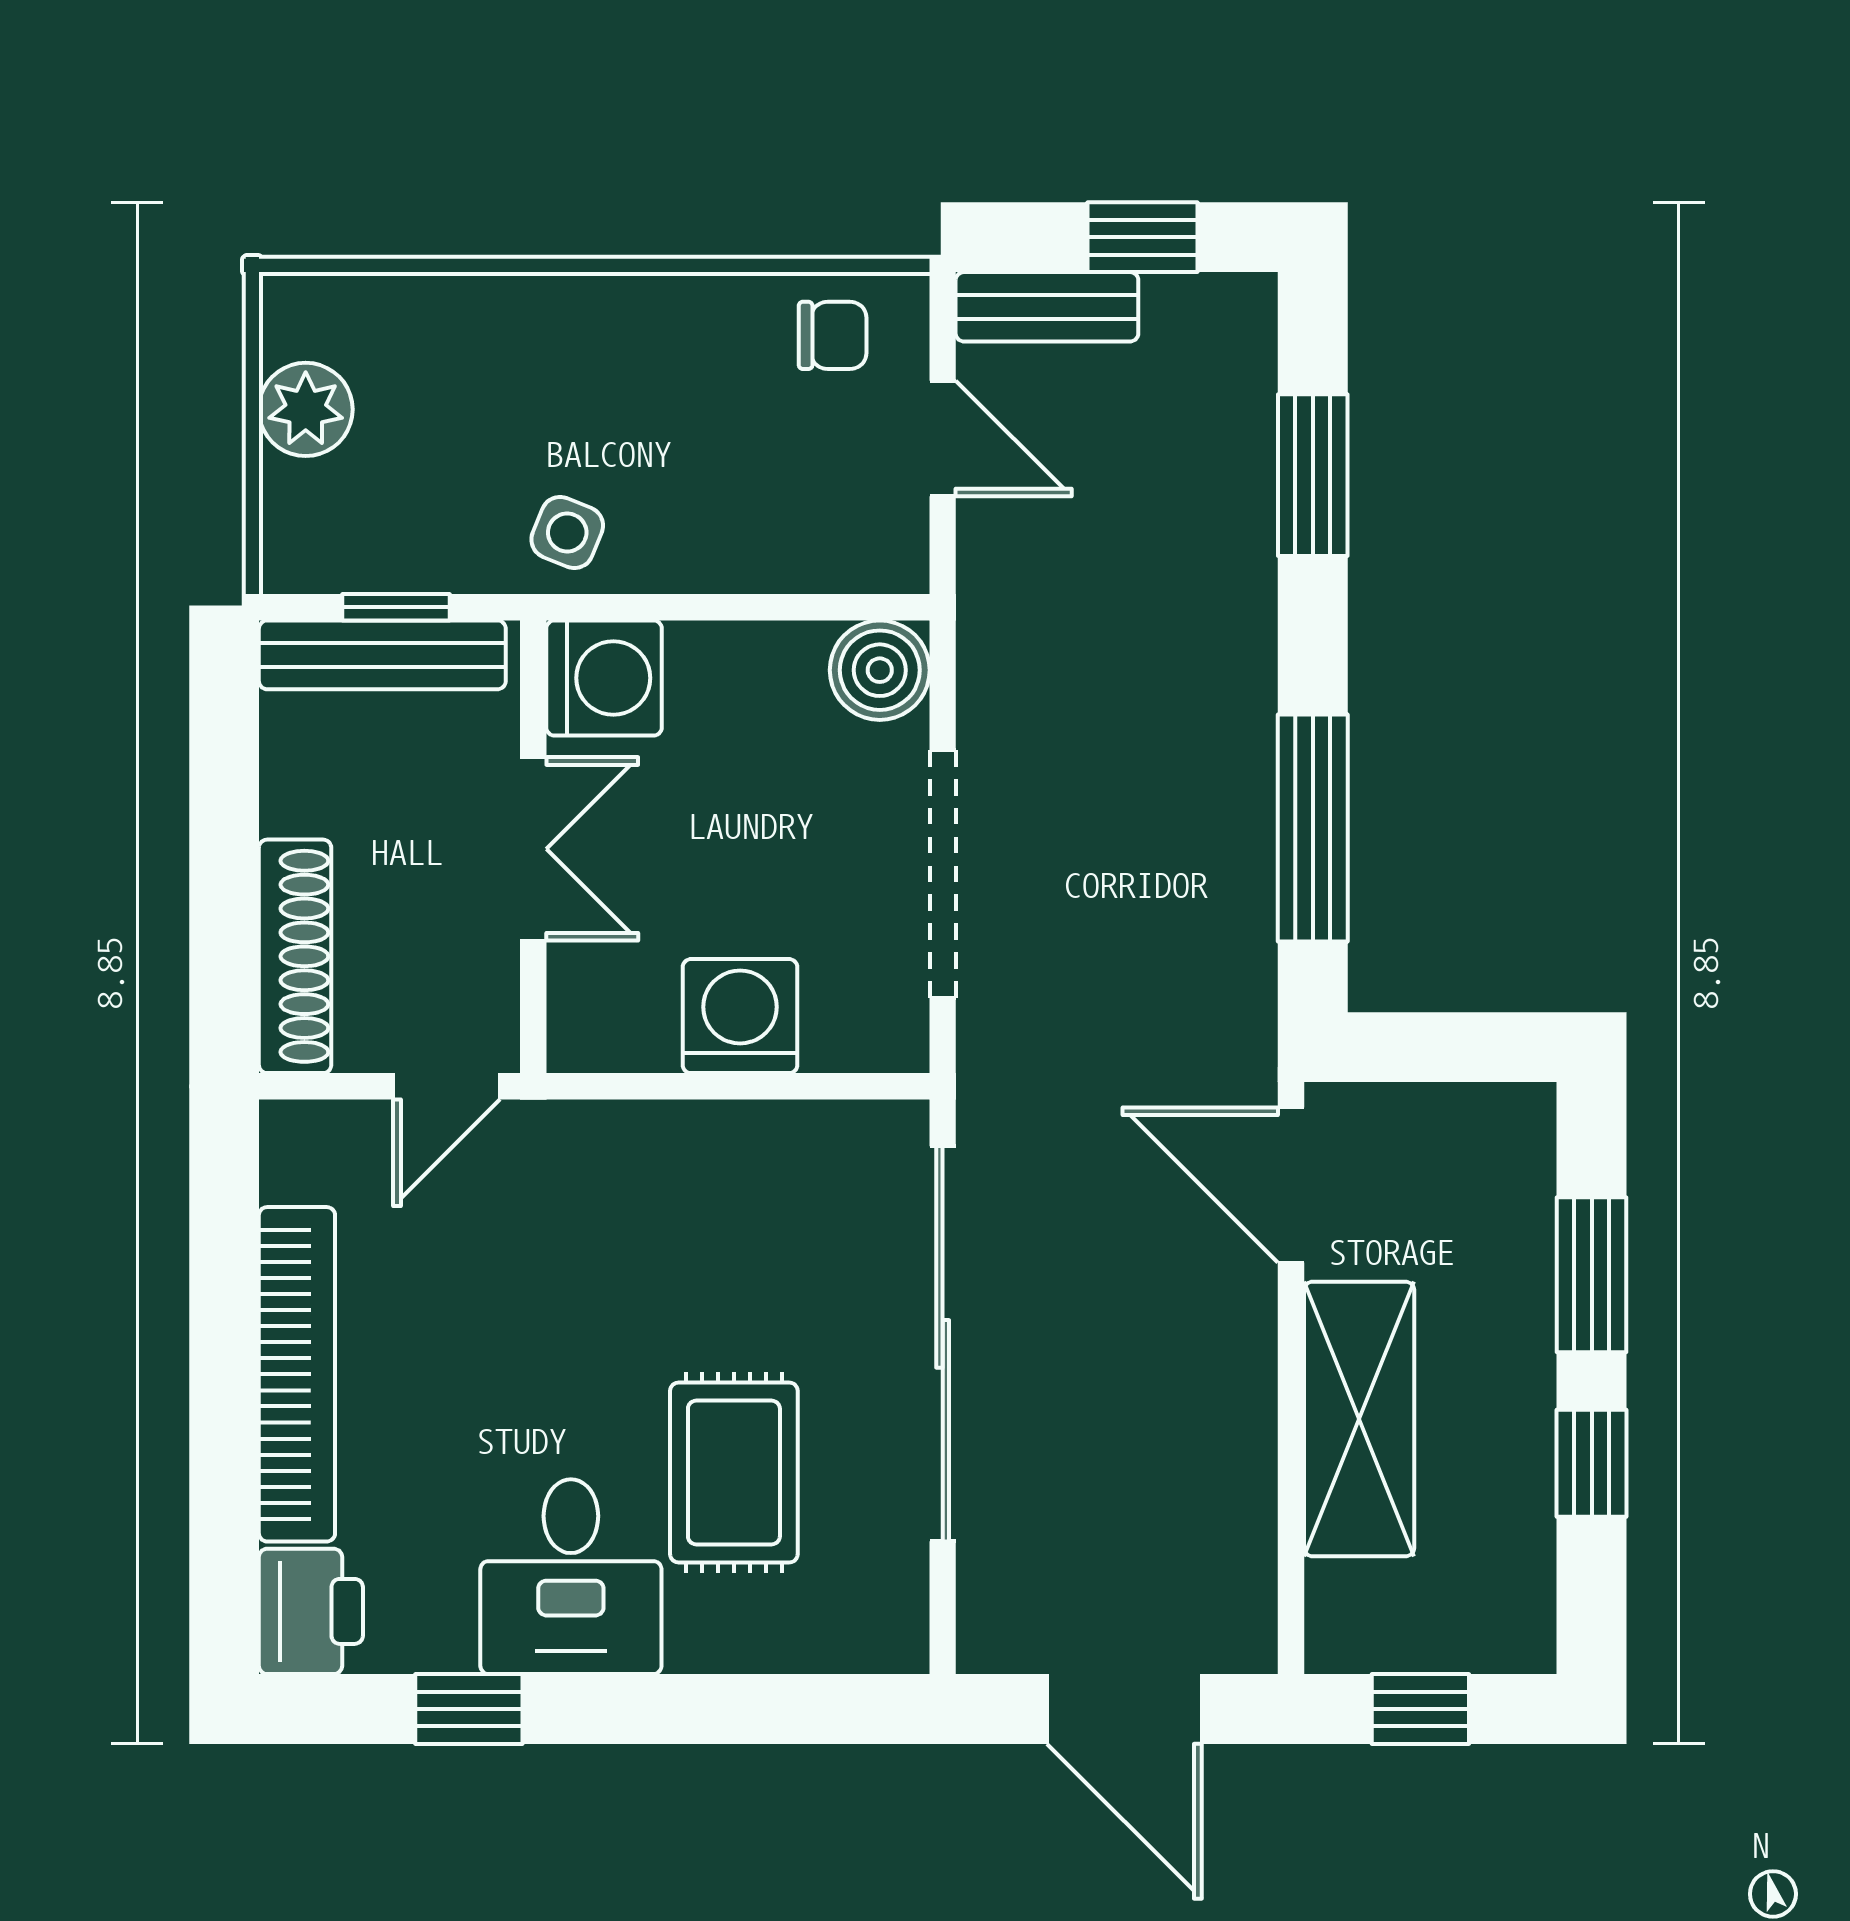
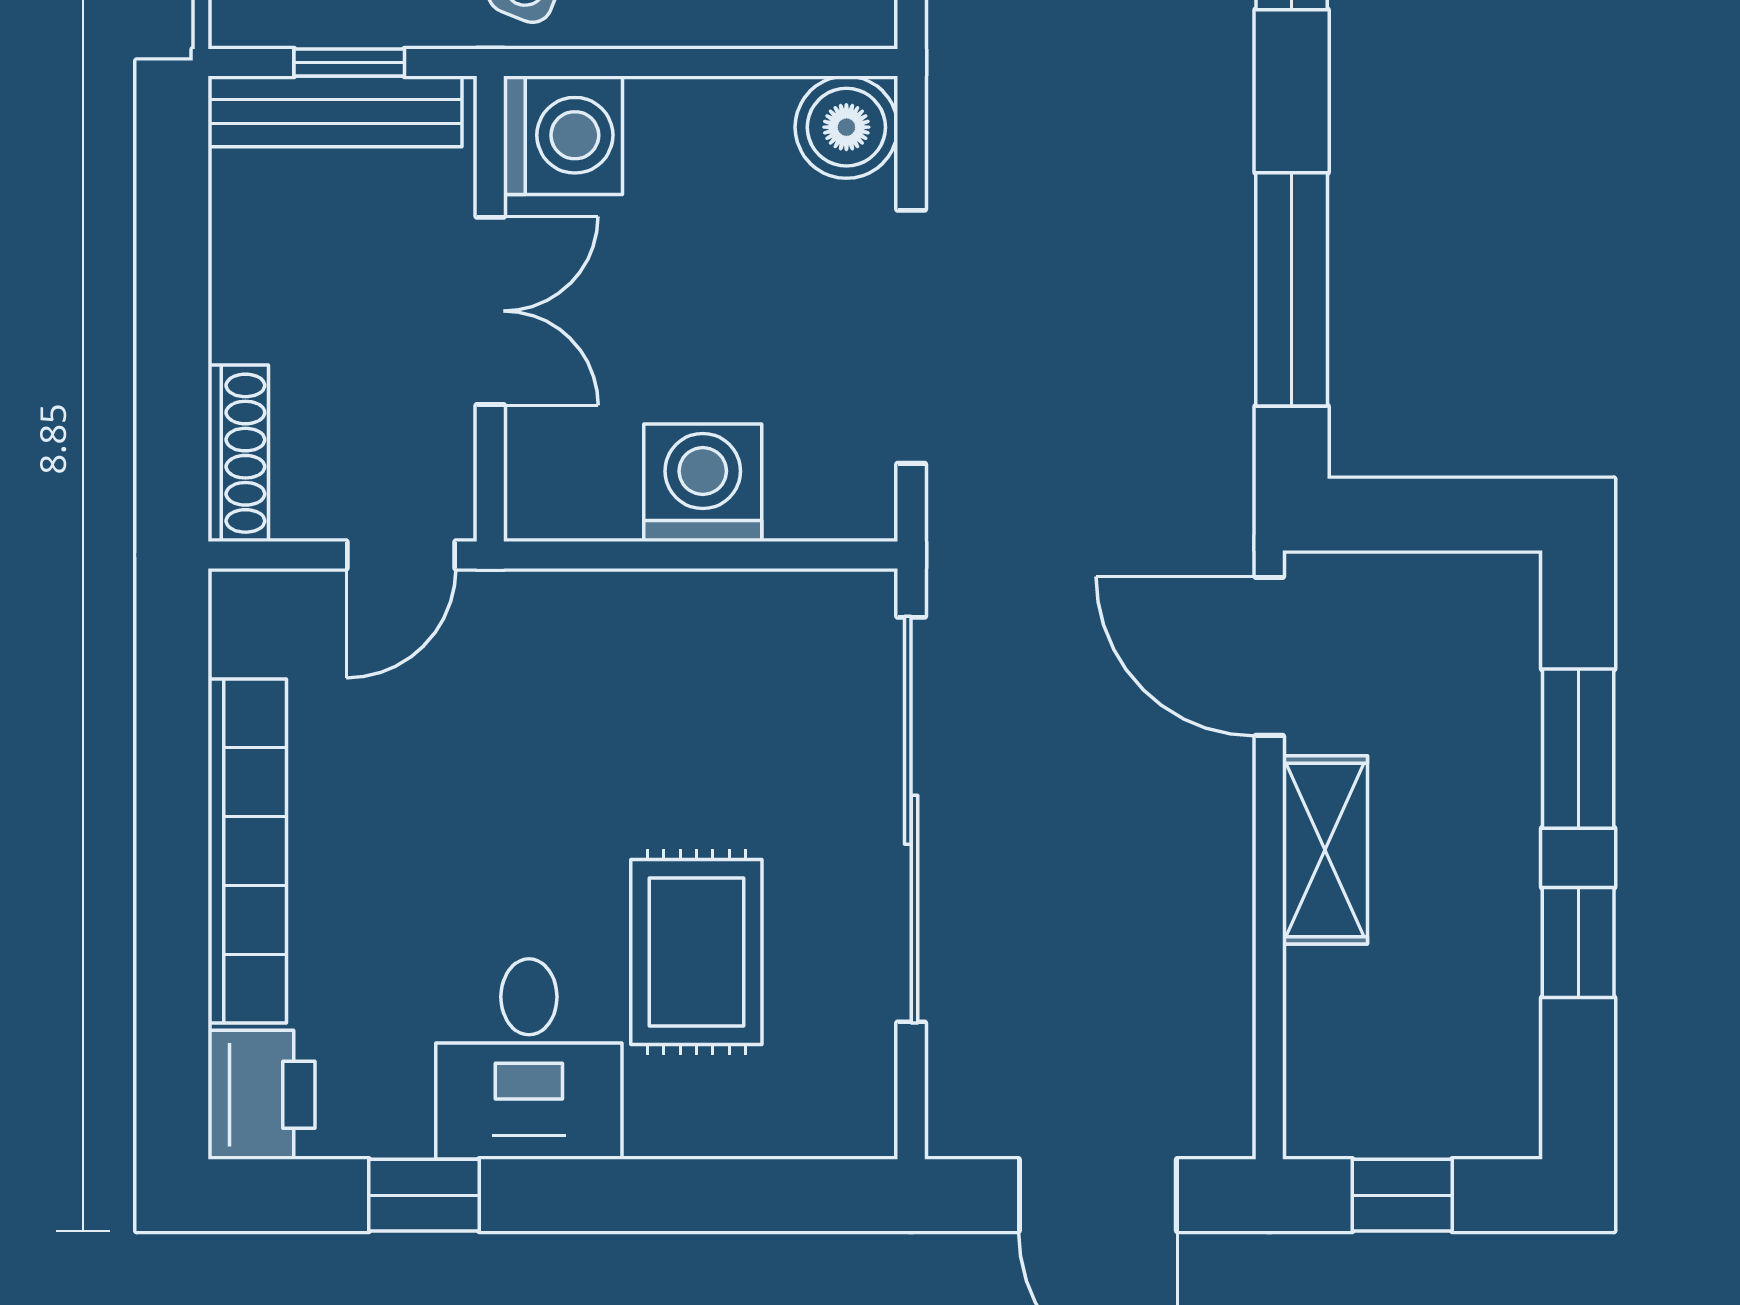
shoe rack: (295, 956) -> (238, 453), width x0.74, depth x0.81
shelving: (1359, 1419) -> (1325, 850), width x0.67, depth x0.75

